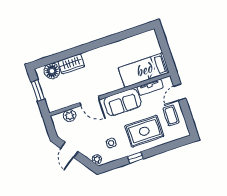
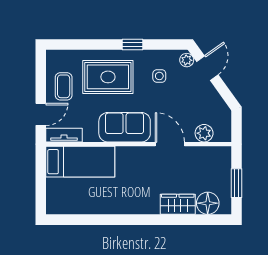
tv unit: (150, 87) -> (64, 135), moved
door: (69, 150) -> (207, 68), moved

